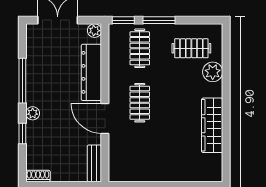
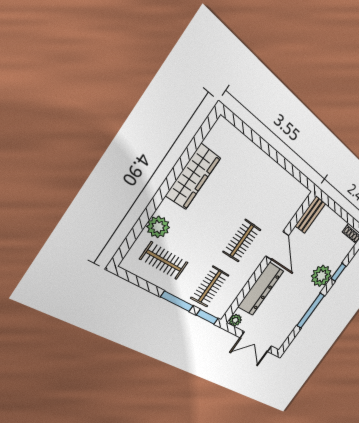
plant: (33, 113) -> (321, 276), width x1.88, depth x1.88

